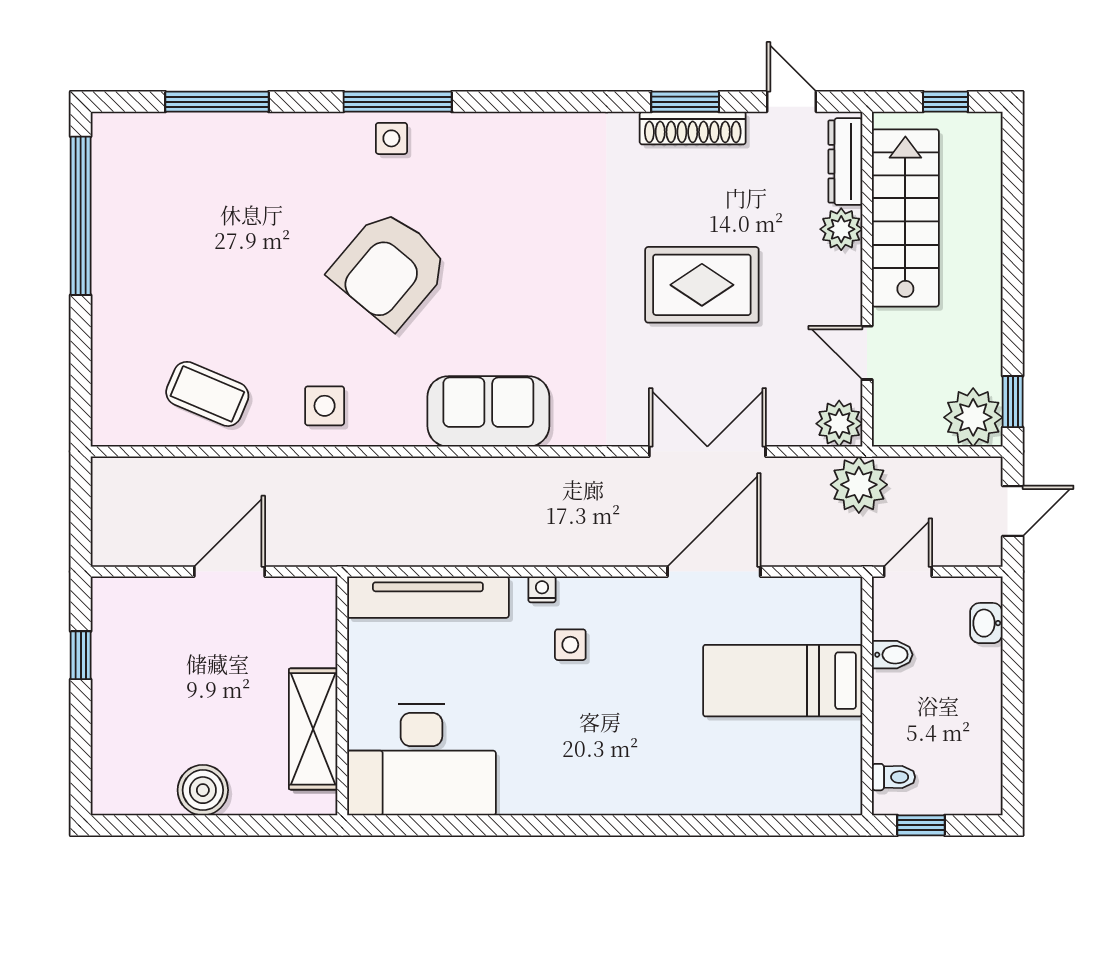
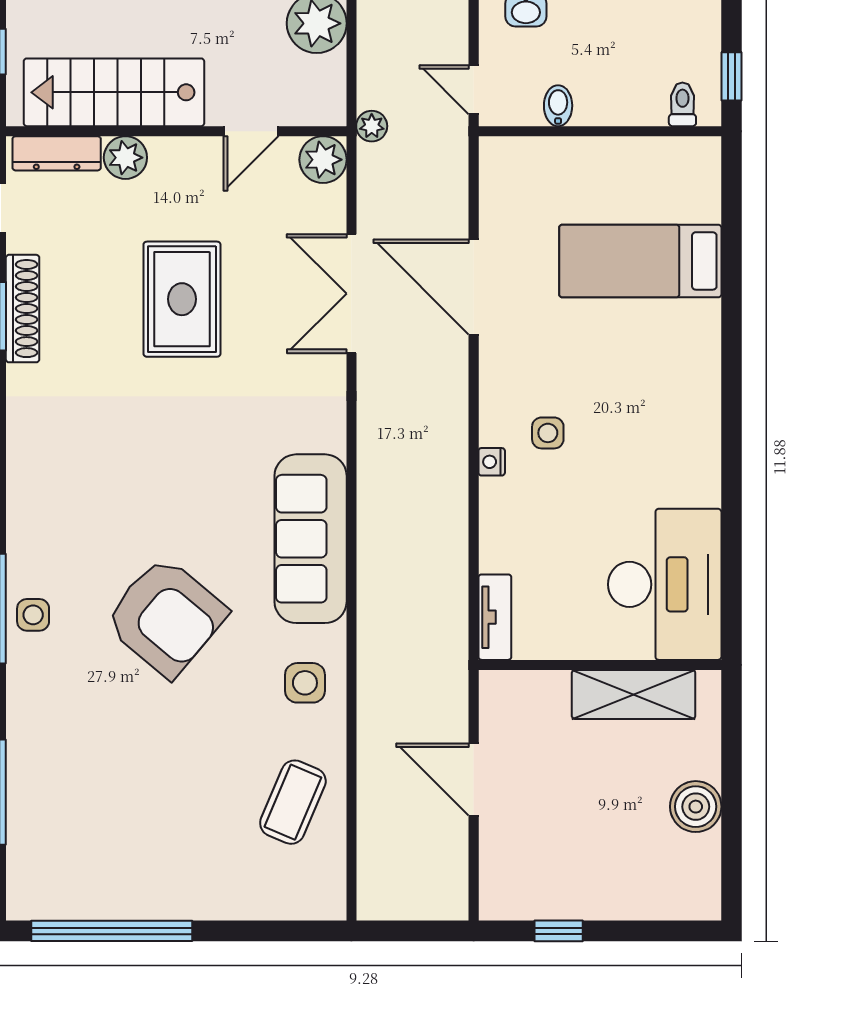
sofa: (488, 411) -> (311, 539), width x1.36
plant: (859, 485) -> (372, 126), width x0.53, depth x0.53
tv unit: (428, 597) -> (495, 617), width x0.52, depth x0.78
bed: (783, 681) -> (640, 261), moved, turned 90

